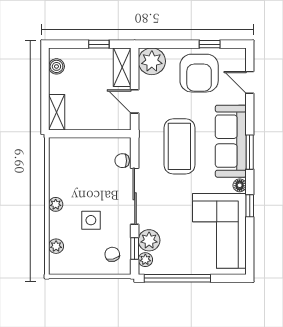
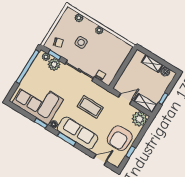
armchair: (199, 73) -> (120, 138), turned -90
shelving: (57, 112) -> (152, 64), moved
coffee table: (179, 146) -> (90, 107), width x0.73, depth x0.76

